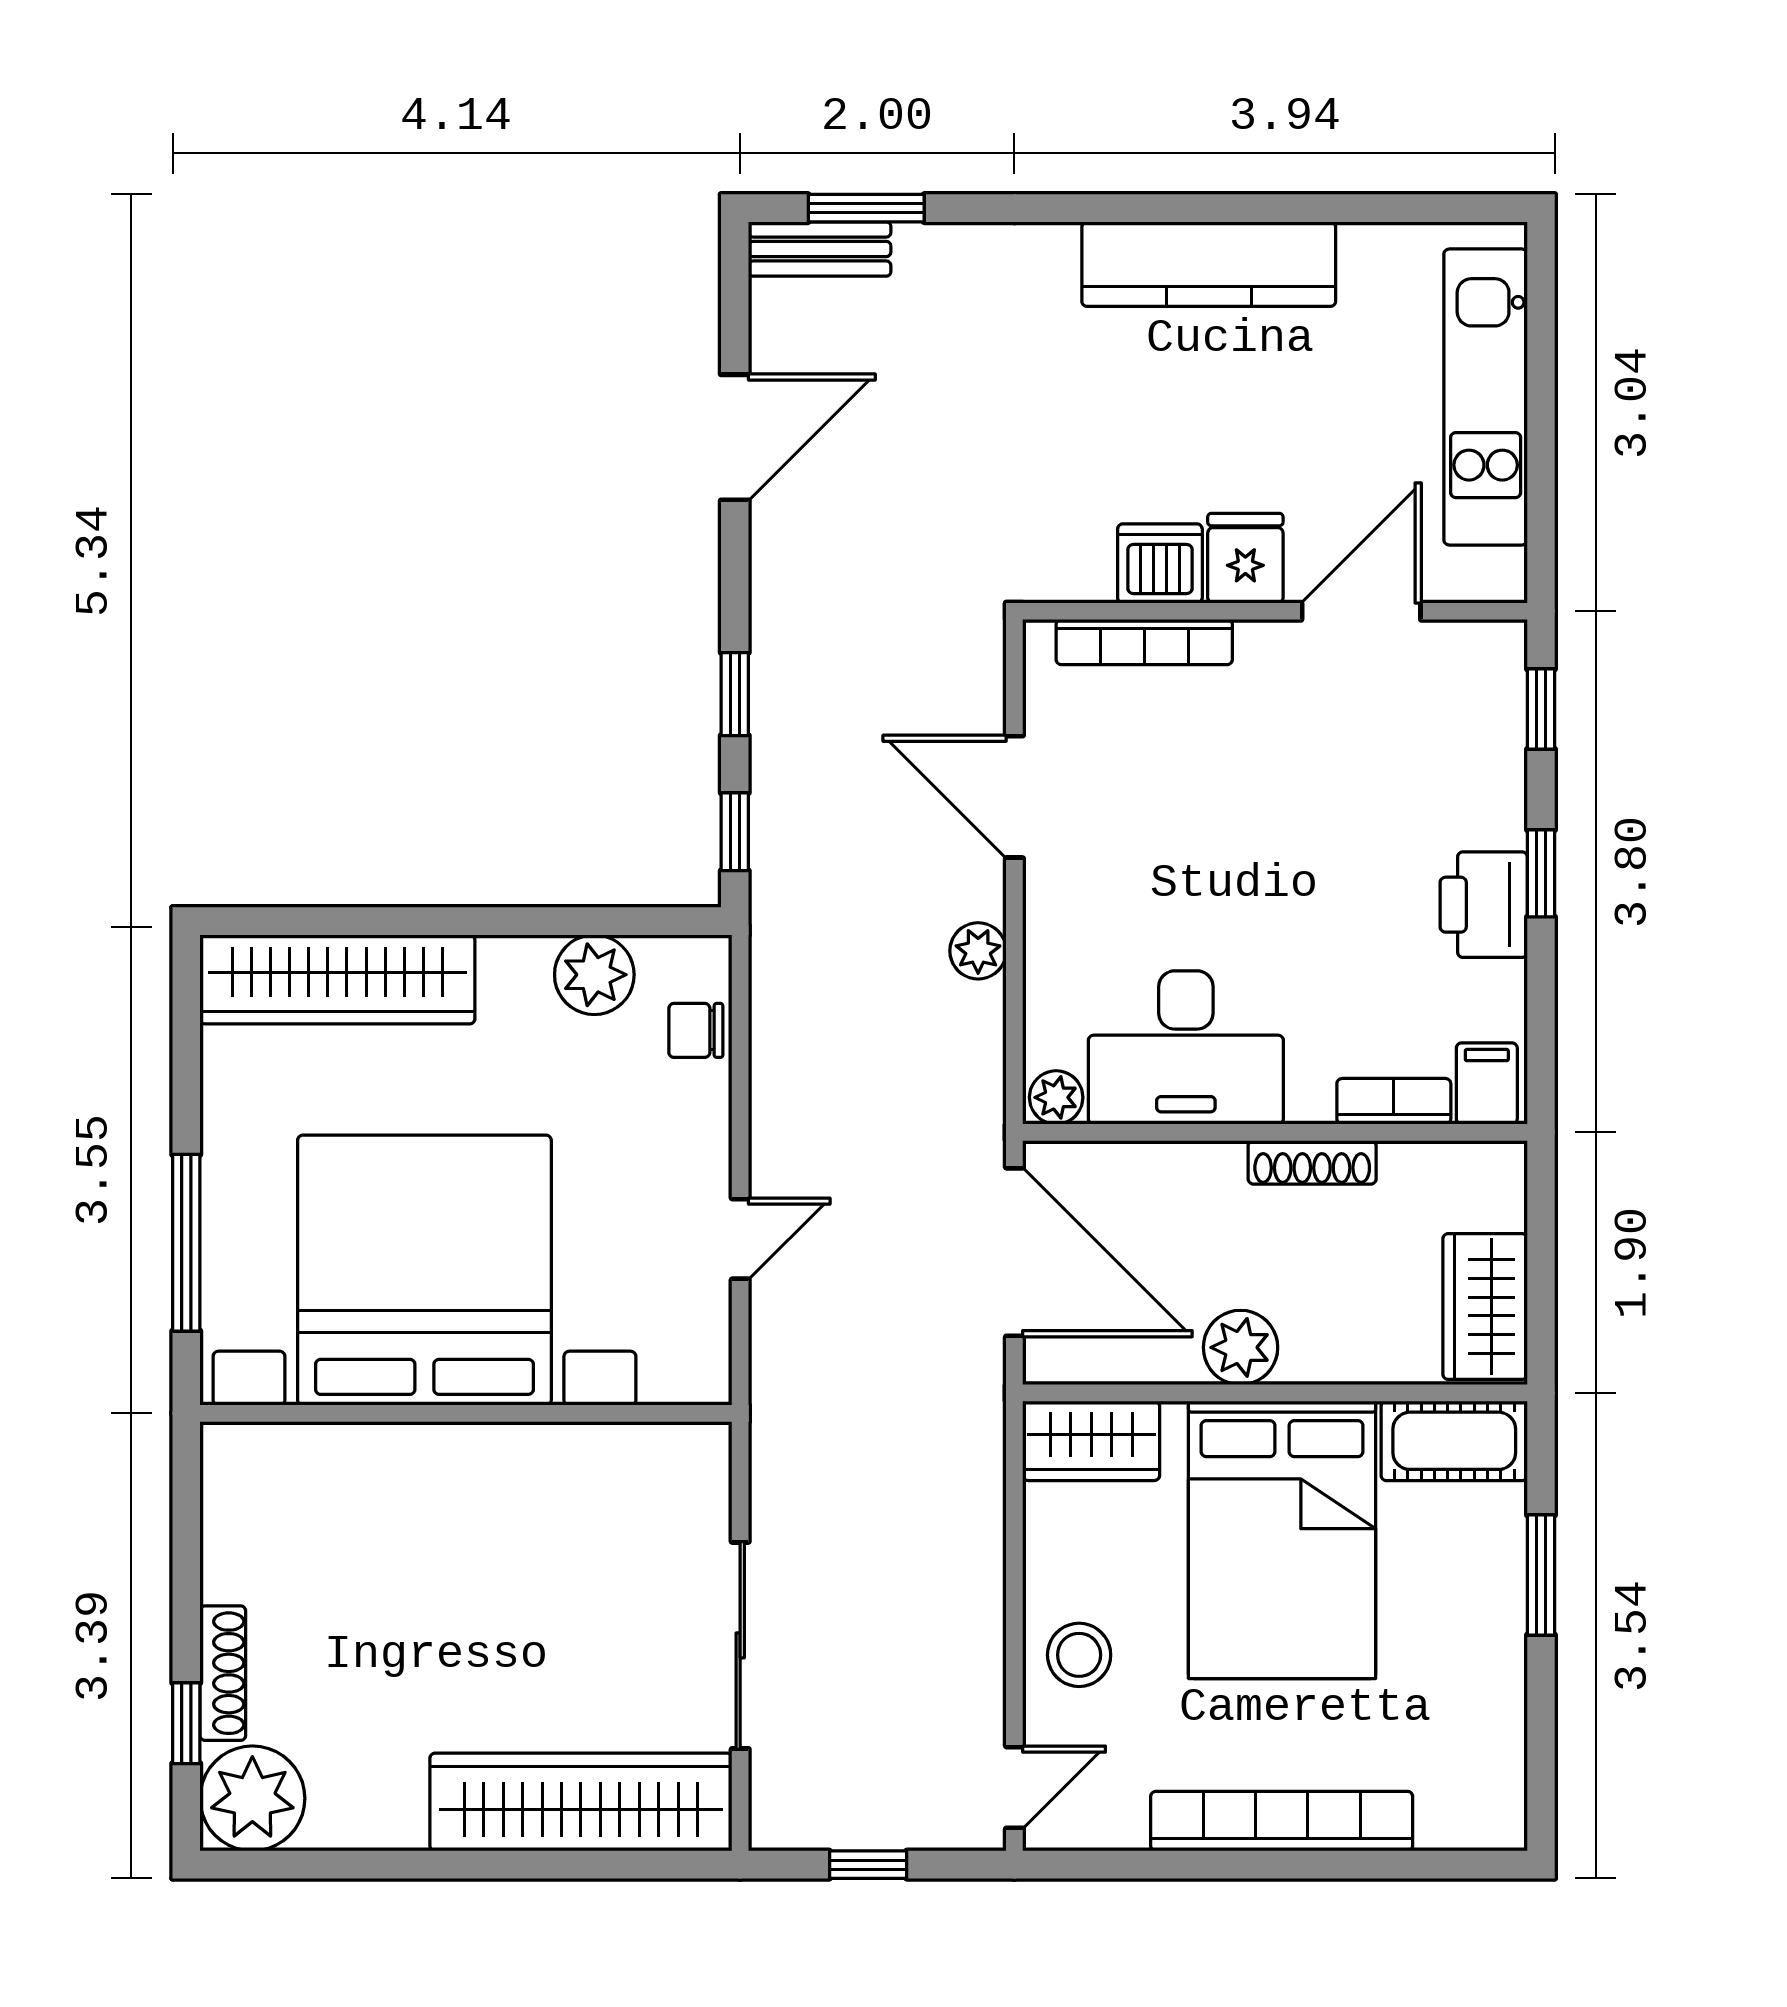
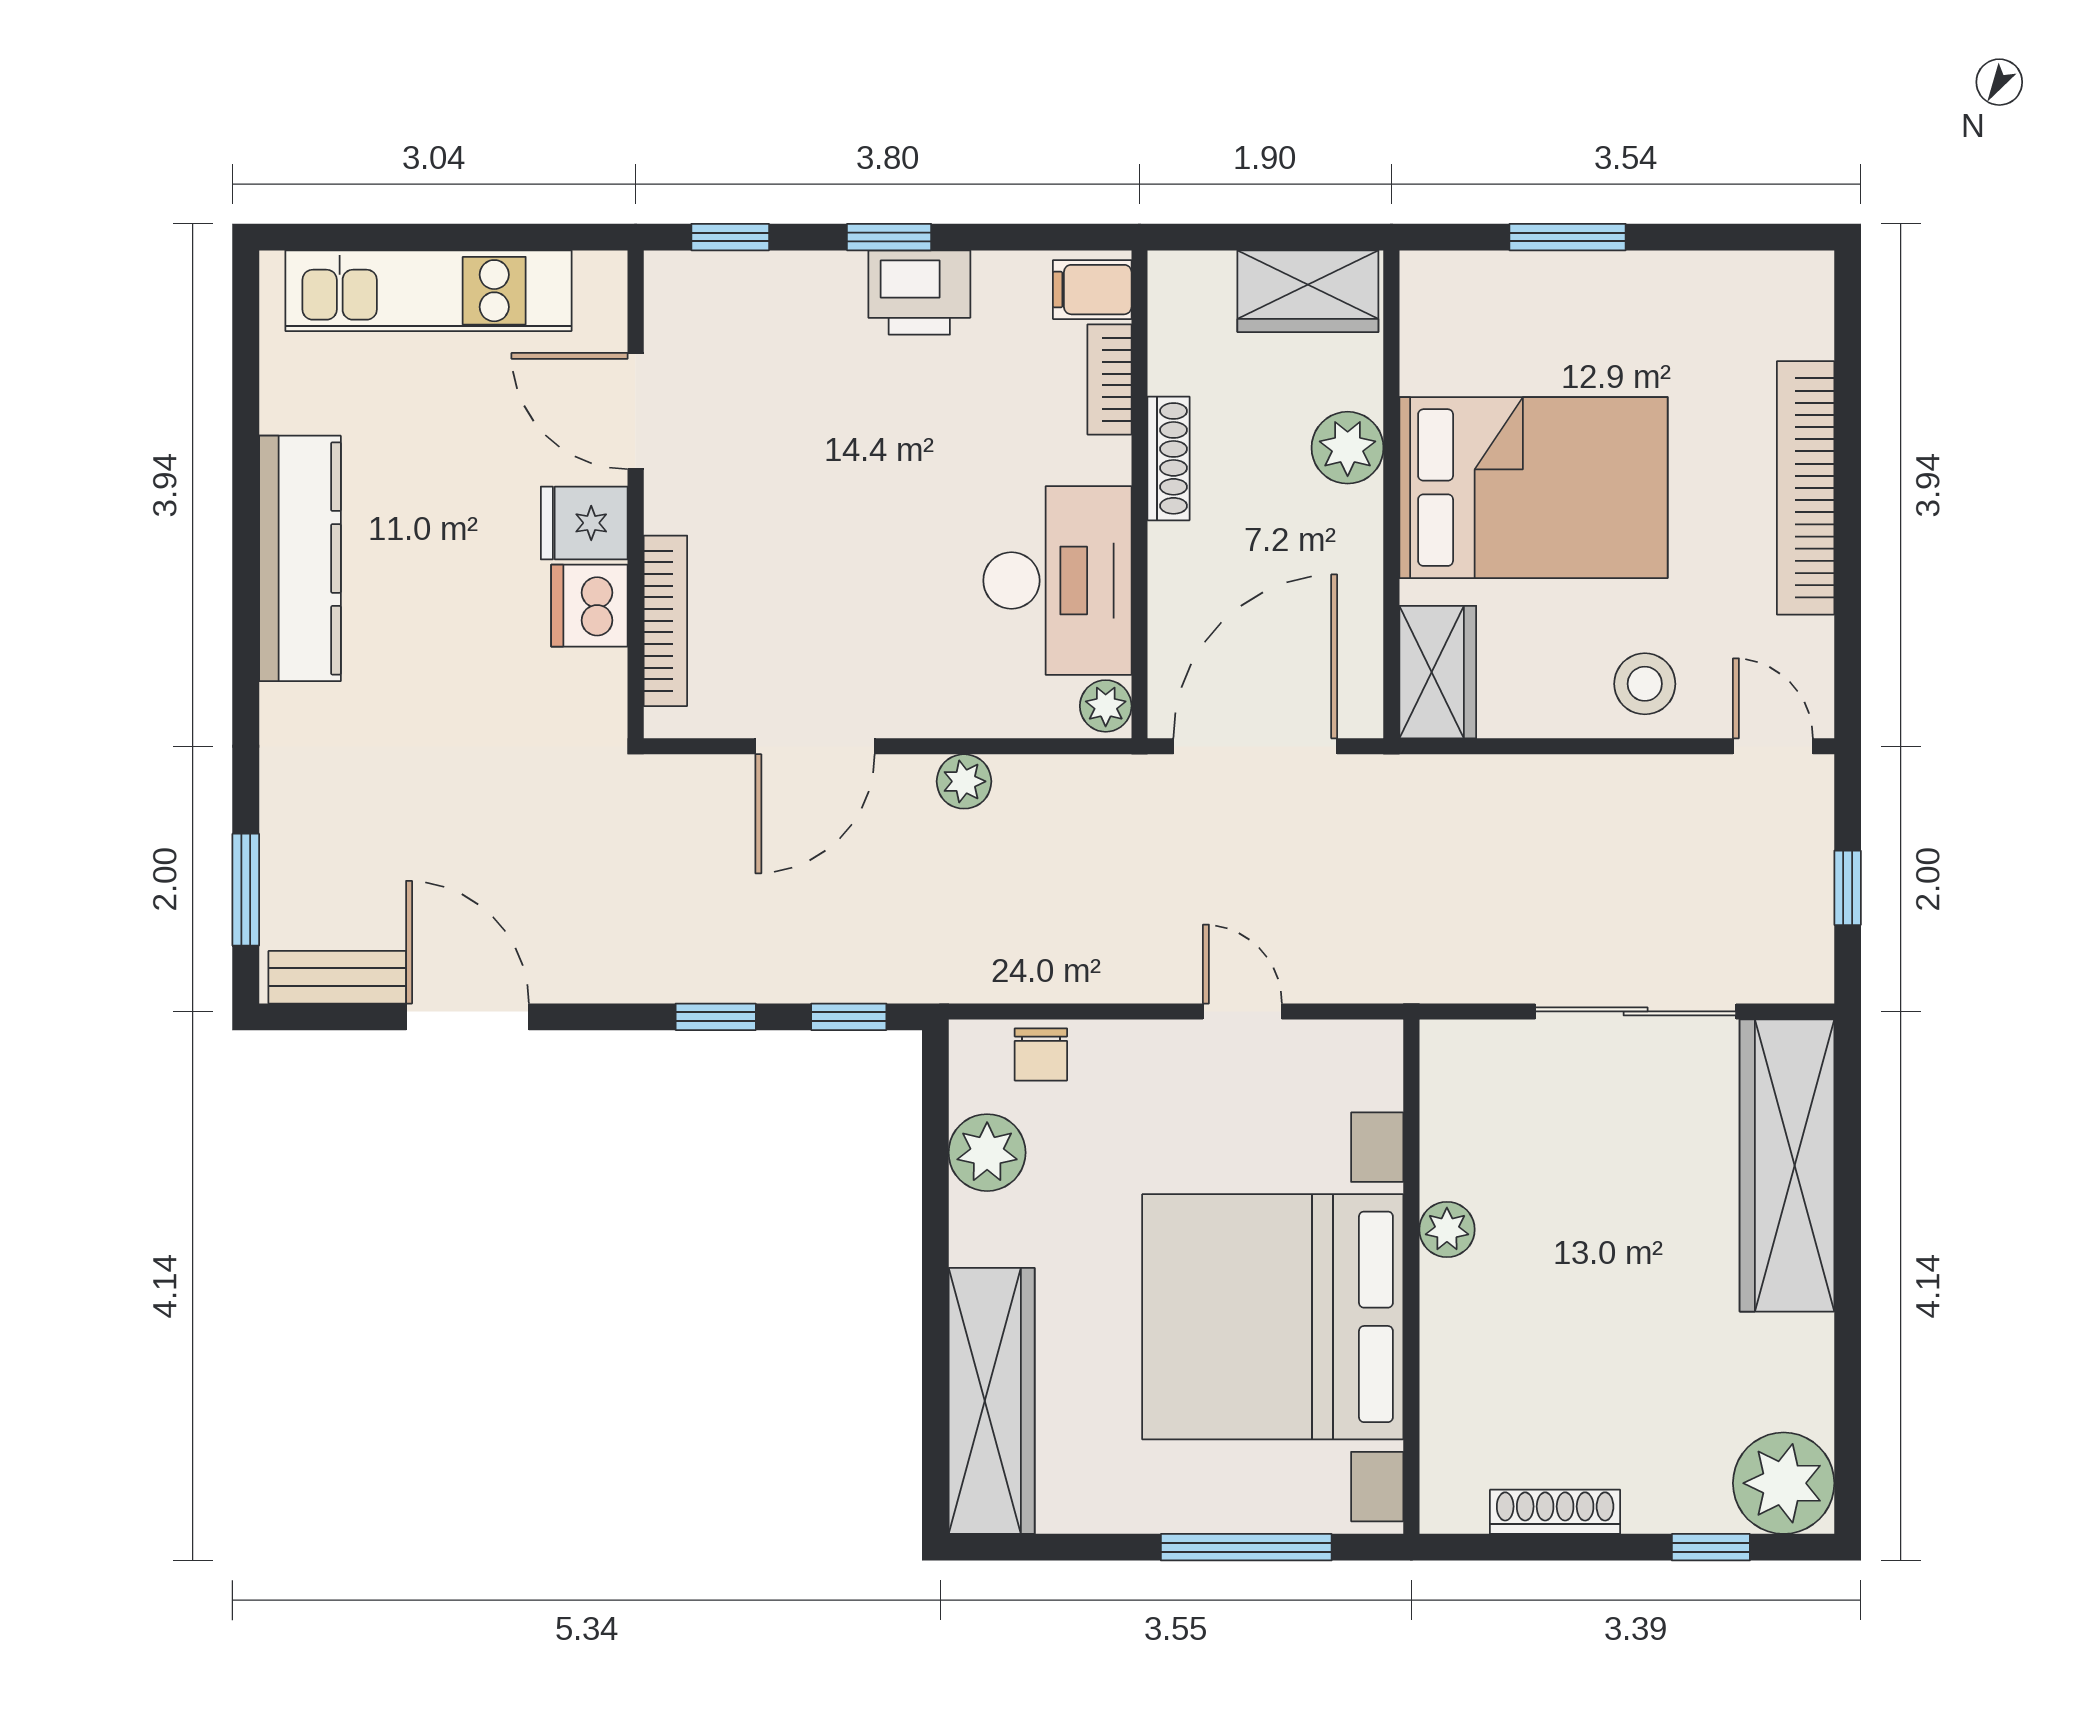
bench: (820, 249) -> (337, 977), moved, turned 90
plant: (1241, 1347) -> (1348, 448), moved
cot: (1454, 1441) -> (1438, 321), removed
plant: (515, 1450) -> (1447, 1230), added
shoe rack: (223, 1673) -> (1555, 1512), moved

